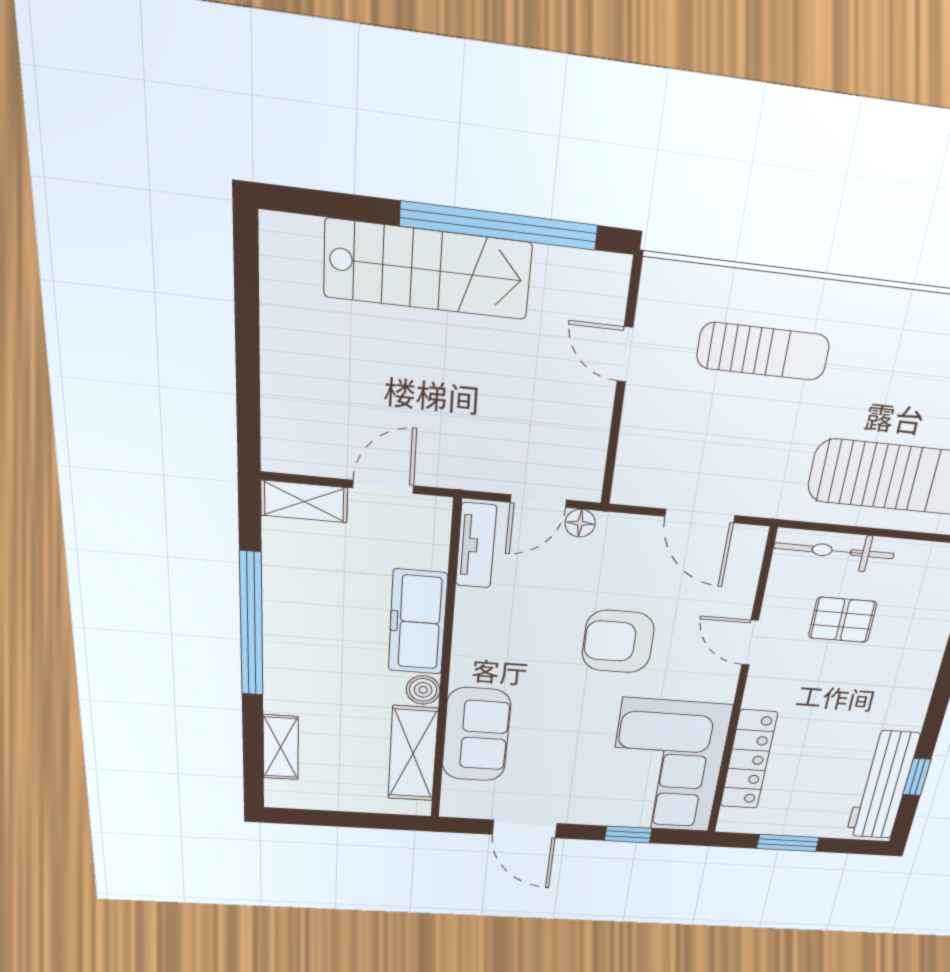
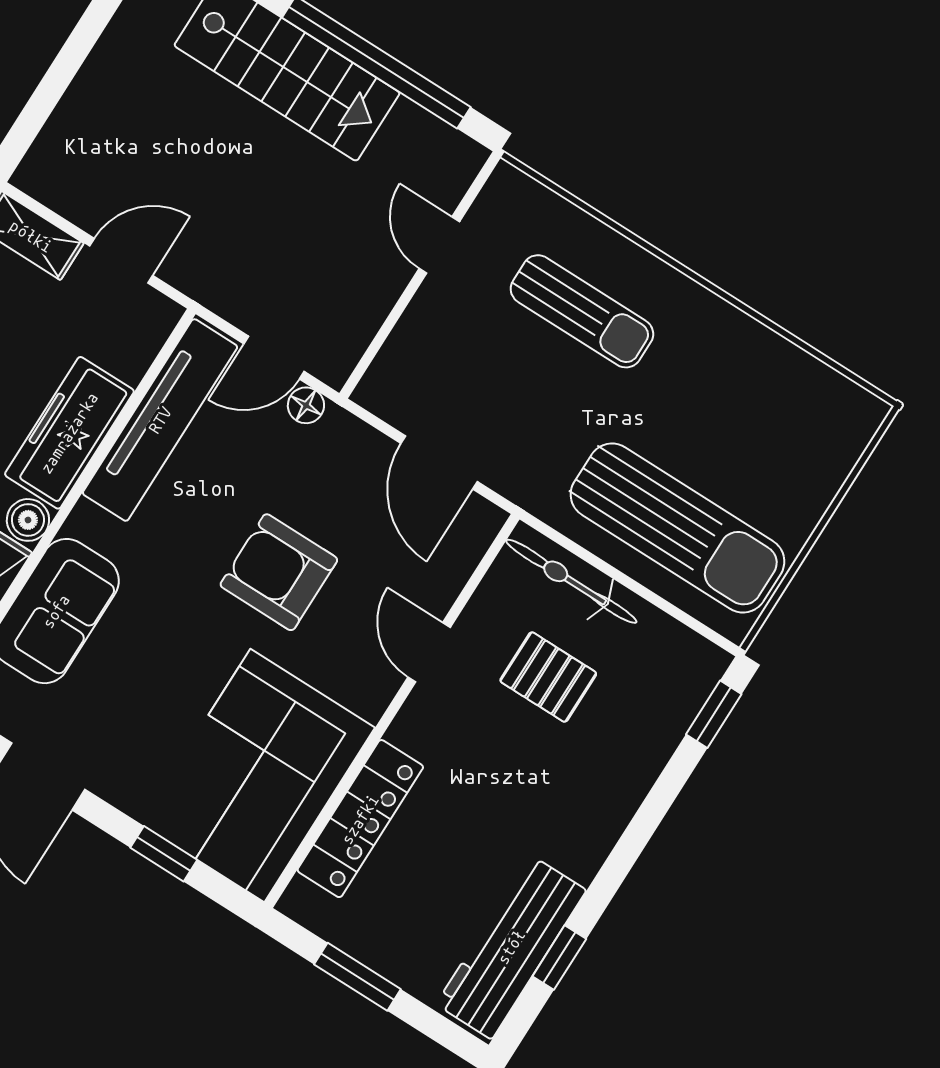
tv unit: (476, 546) -> (160, 420), width x1.92, depth x1.29

